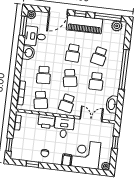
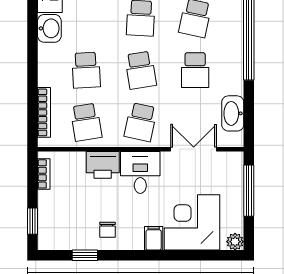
window: (115, 142) -> (249, 191), width x2.17

